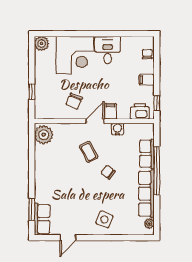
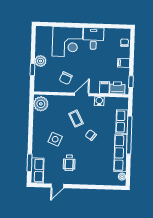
plant: (42, 43) -> (40, 61), moved
filing cabinet: (111, 111) -> (104, 87), moved
wheelchair: (82, 208) -> (69, 163), added
side table: (104, 219) -> (55, 139), moved

